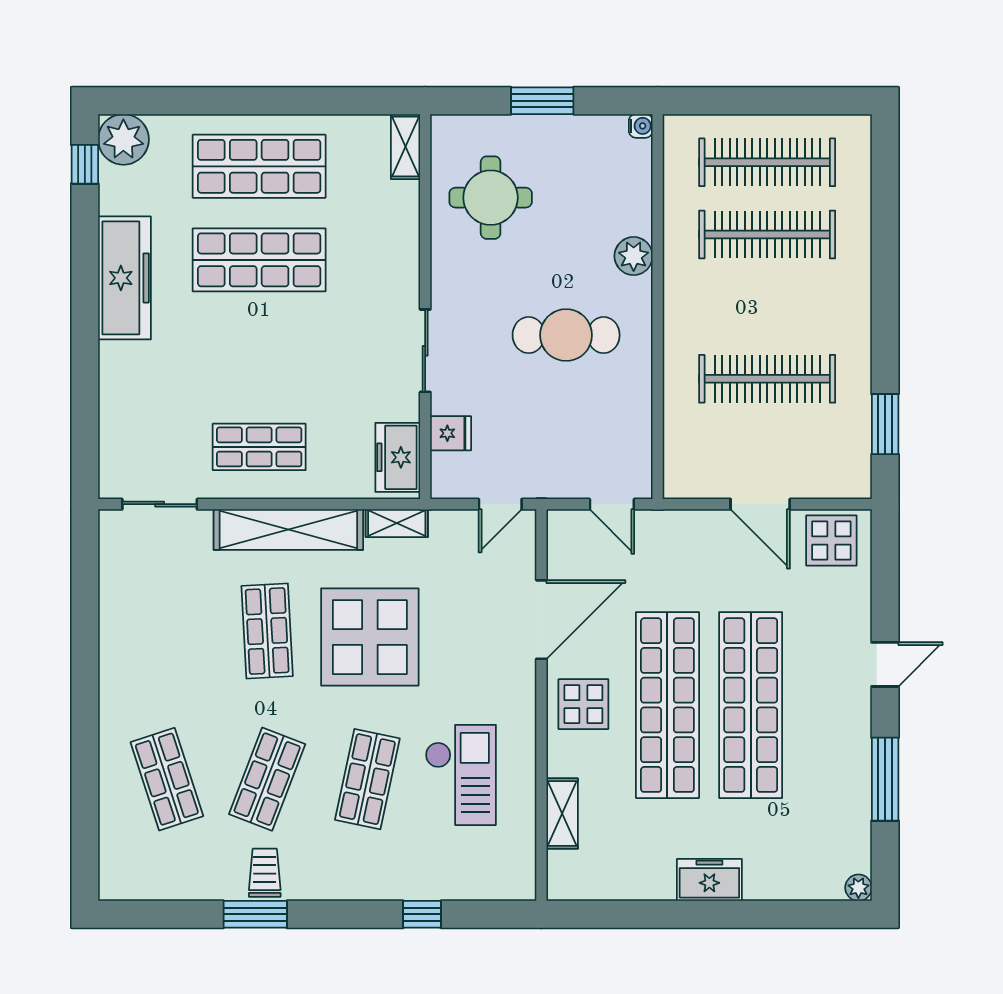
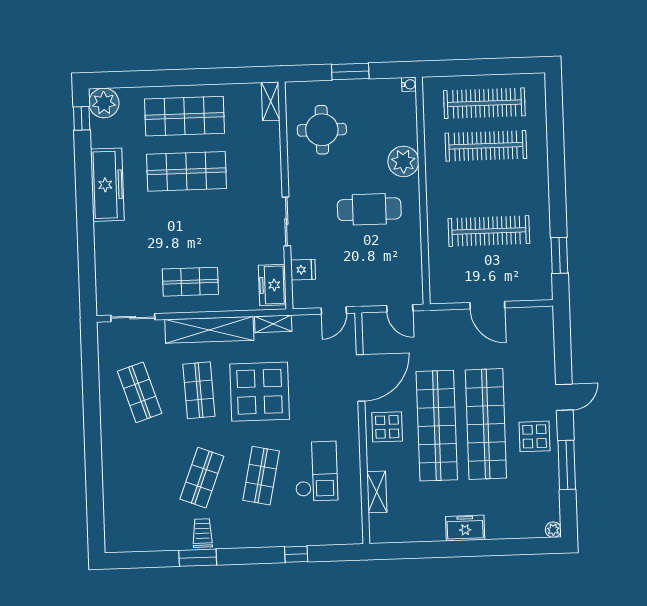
plant: (634, 256) -> (403, 161), width x1.36, depth x1.36
display table: (831, 541) -> (535, 436), moved
shop shelf: (167, 779) -> (140, 392), moved

